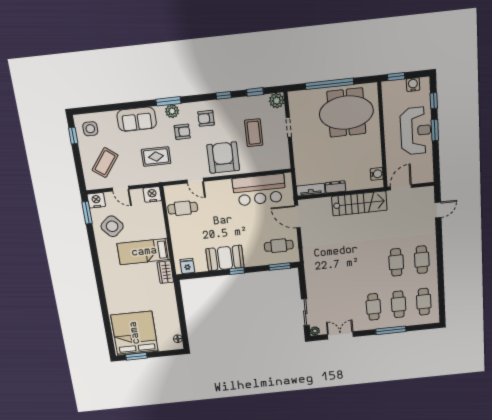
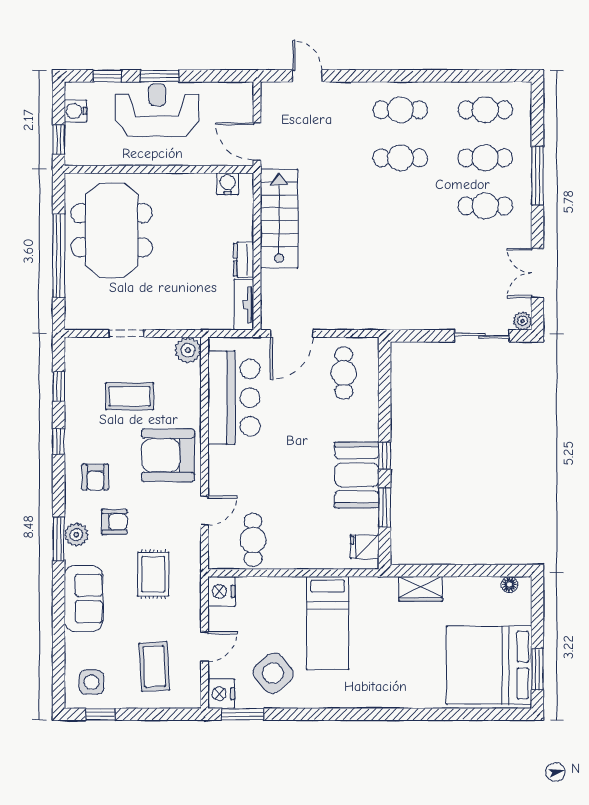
plant: (277, 101) -> (188, 350), moved
armchair: (182, 132) -> (114, 522), turned 90
coffee table: (105, 163) -> (154, 666), turned 50
window: (280, 267) -> (385, 507), moved
wardrobe: (165, 272) -> (421, 589), moved

